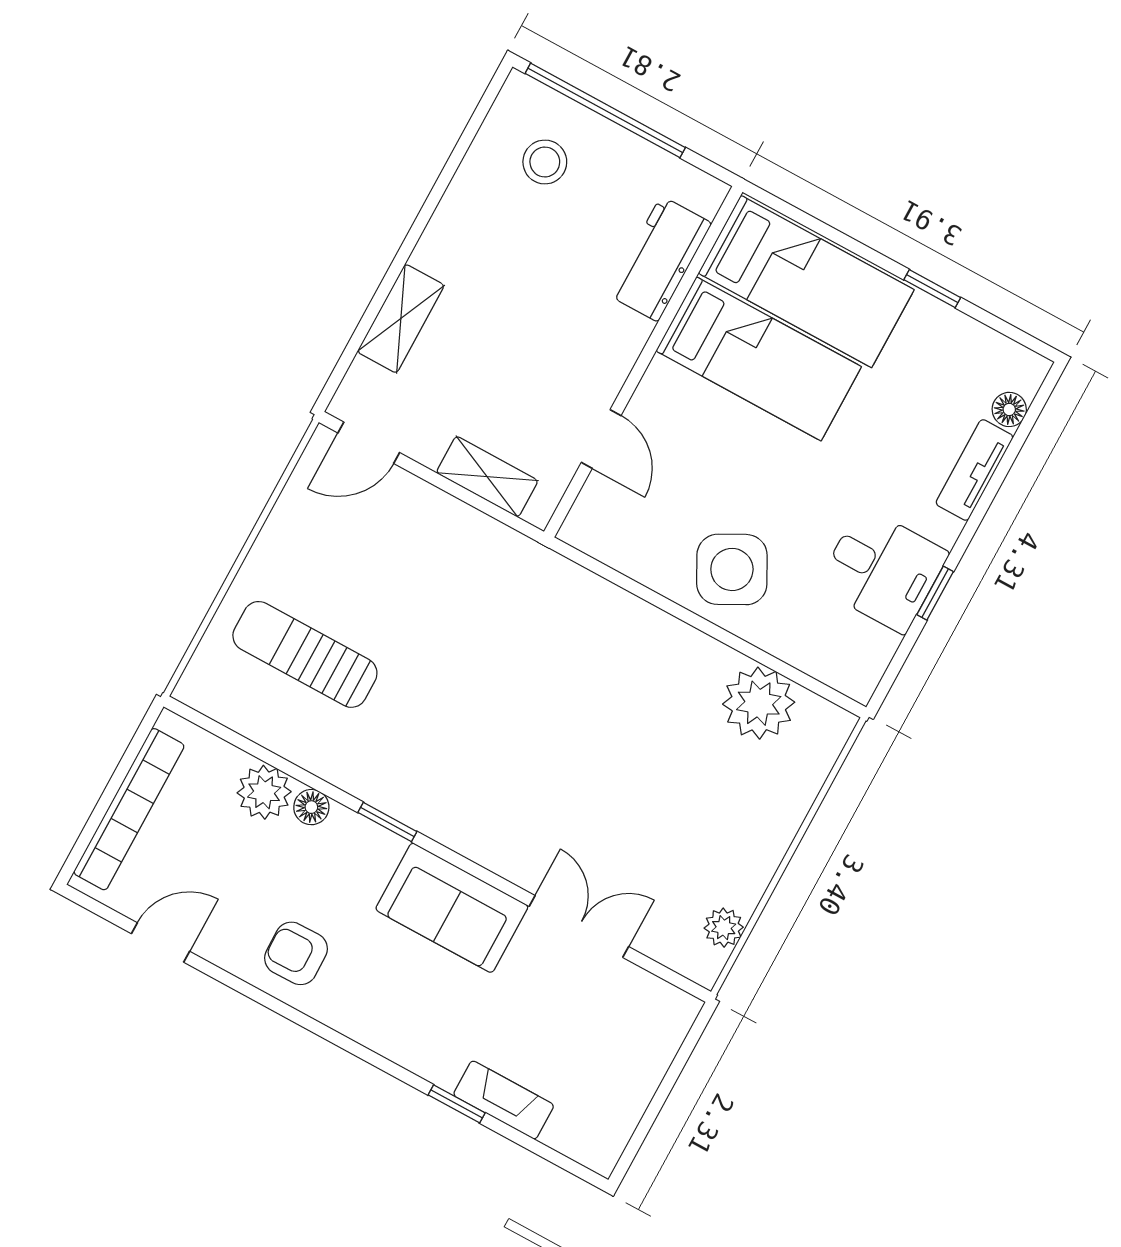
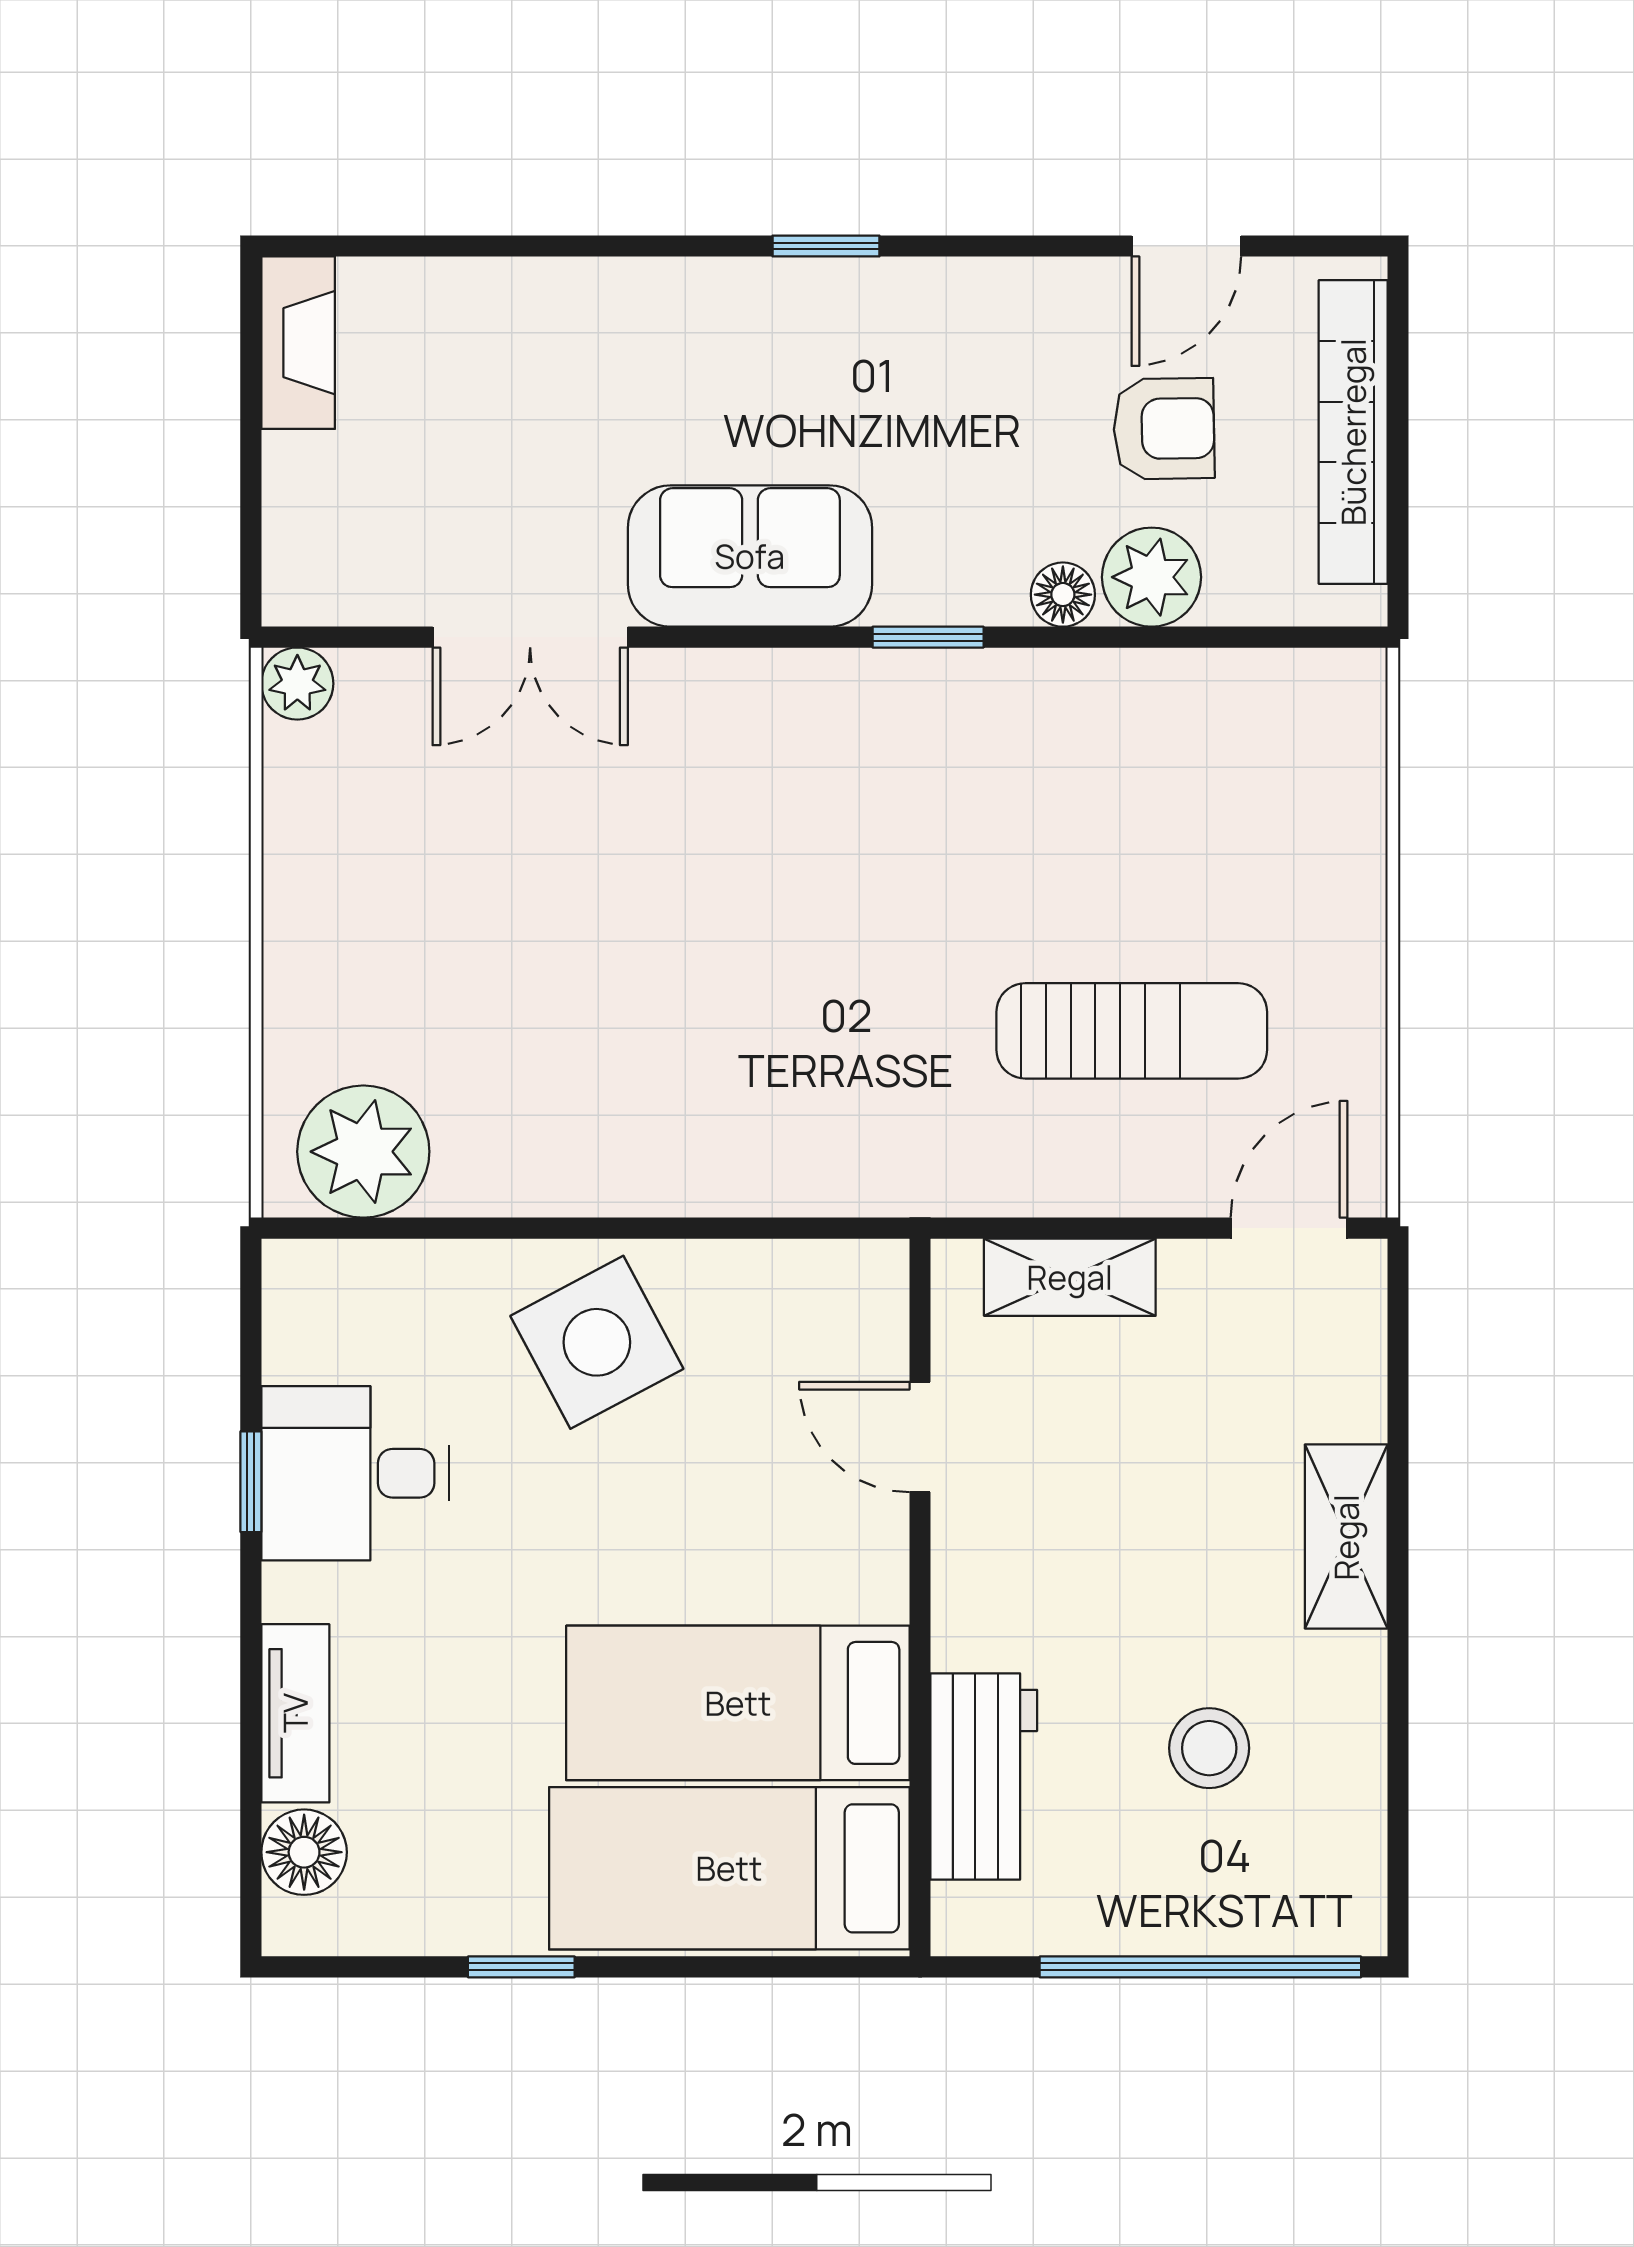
stool: (545, 162) -> (1209, 1748), moved
shelving: (401, 319) -> (1346, 1537), moved
floor lamp: (1009, 409) -> (304, 1852), width x1.37, depth x1.37
sun lounger: (305, 654) -> (1132, 1031), moved
plant: (759, 703) -> (363, 1152), moved
plant: (724, 928) -> (297, 684), moved
armchair: (296, 953) -> (1164, 429), moved
fireplace: (504, 1100) -> (298, 343), moved, turned -90
window: (457, 1104) -> (826, 246), moved

